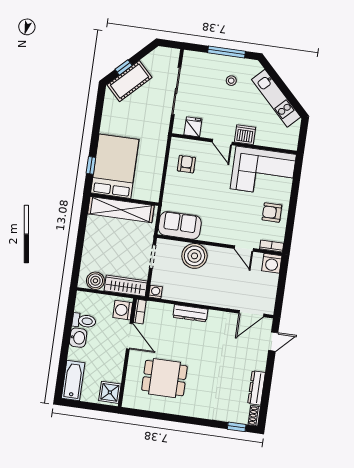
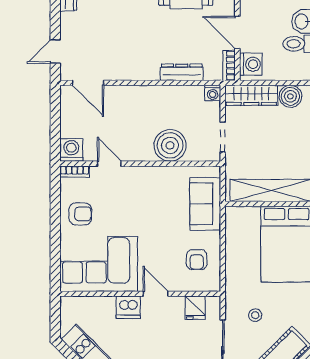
stool: (147, 114) -> (255, 315), added
sofa: (180, 225) -> (205, 204), moved, turned 90
dresser: (190, 313) -> (182, 72), moved
door: (251, 314) -> (88, 83), swing flipped

